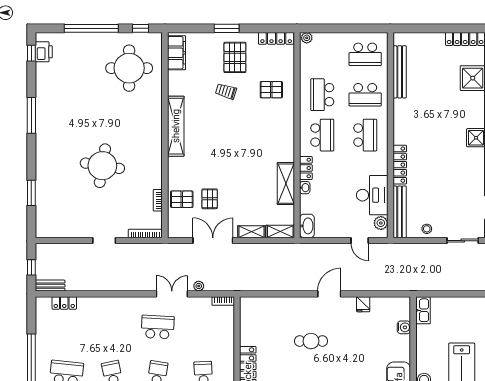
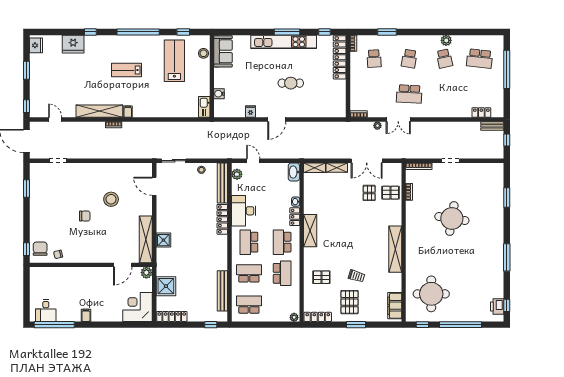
window: (415, 28) -> (211, 325), added
shelving: (286, 184) -> (310, 231), moved
desk: (372, 195) -> (244, 211), moved

